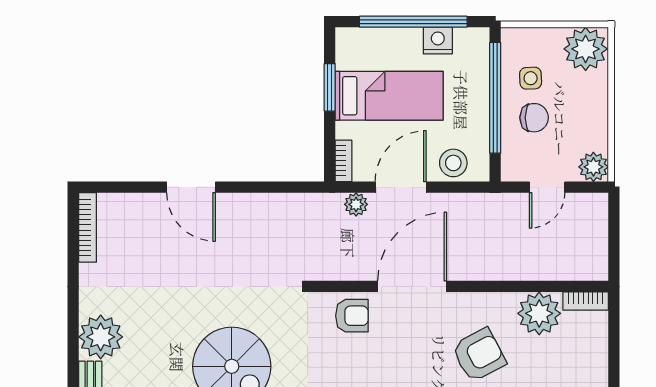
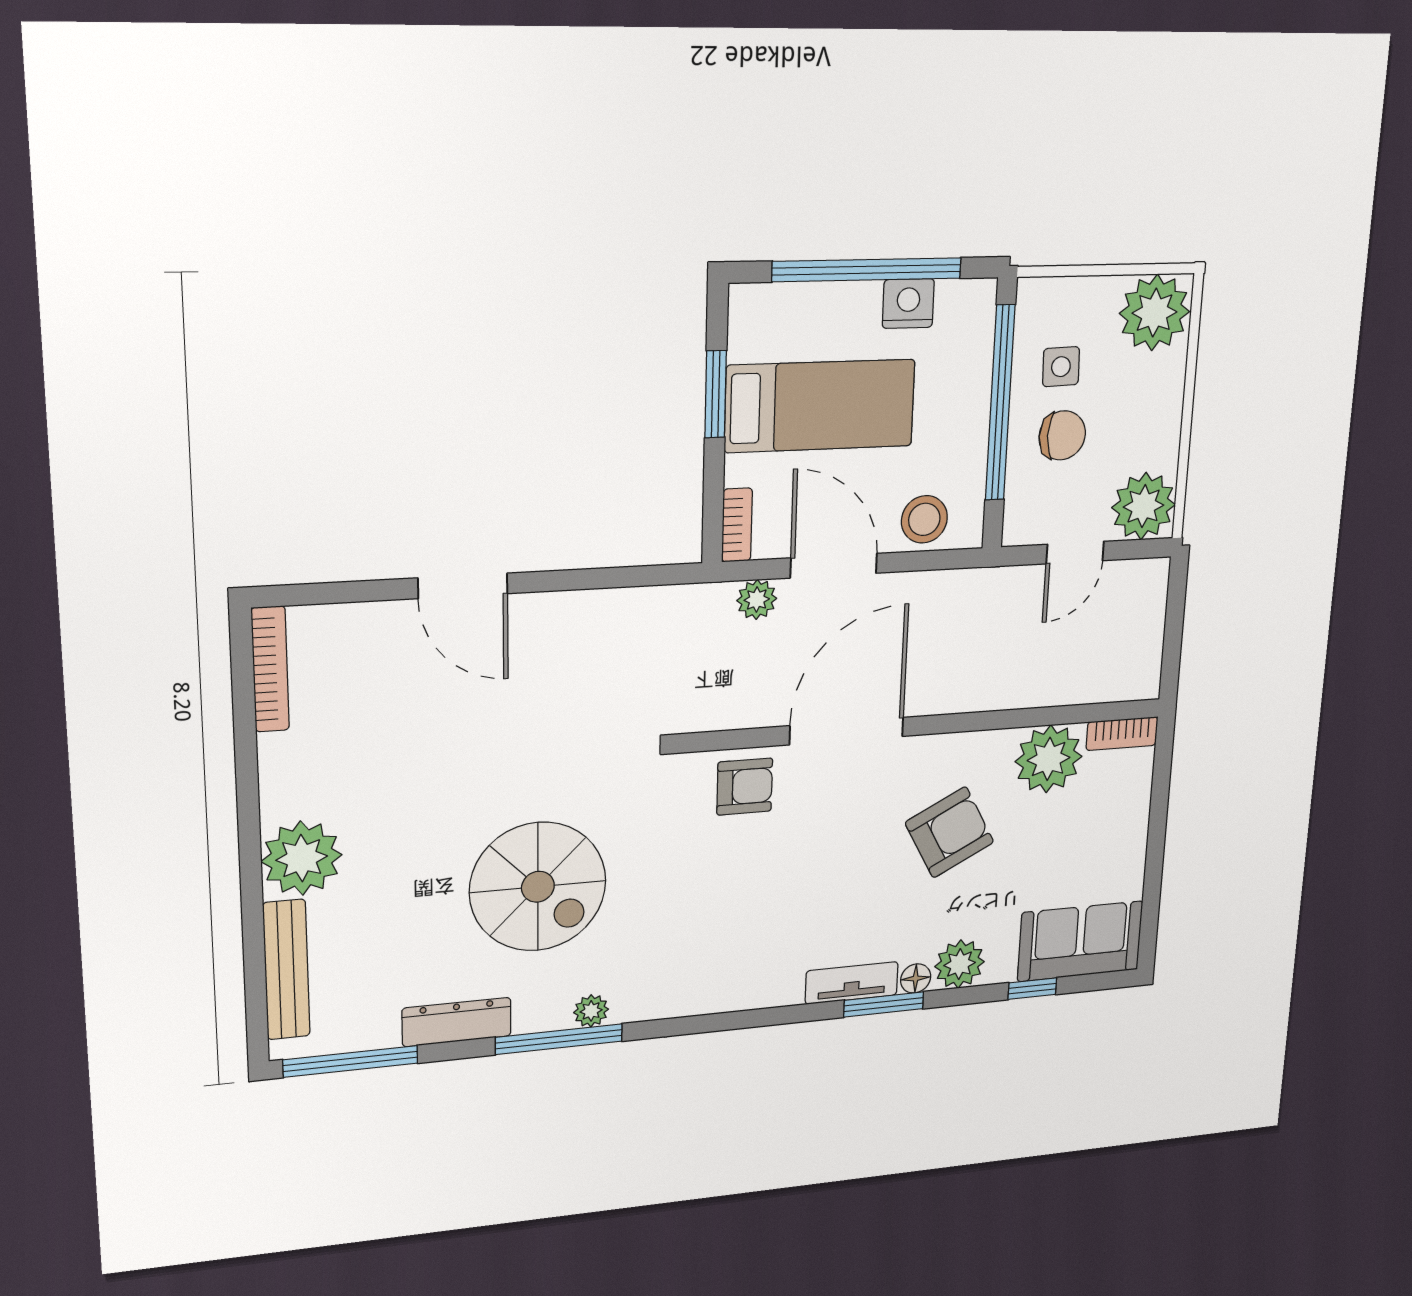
plant: (593, 167) -> (1144, 506), width x1.36, depth x1.36
door: (401, 187) -> (834, 566), hinge flipped

